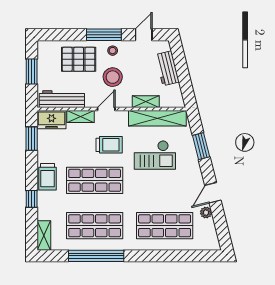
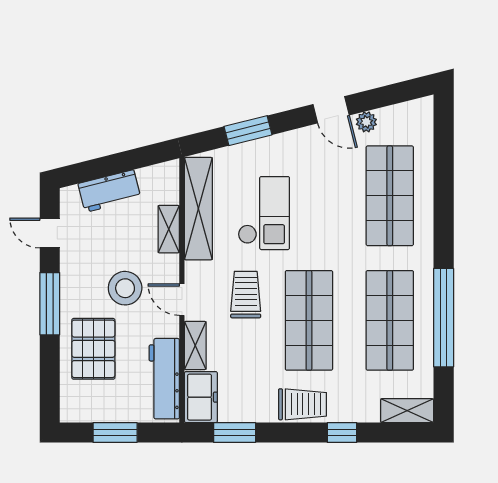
stool: (113, 51) -> (78, 288), removed

